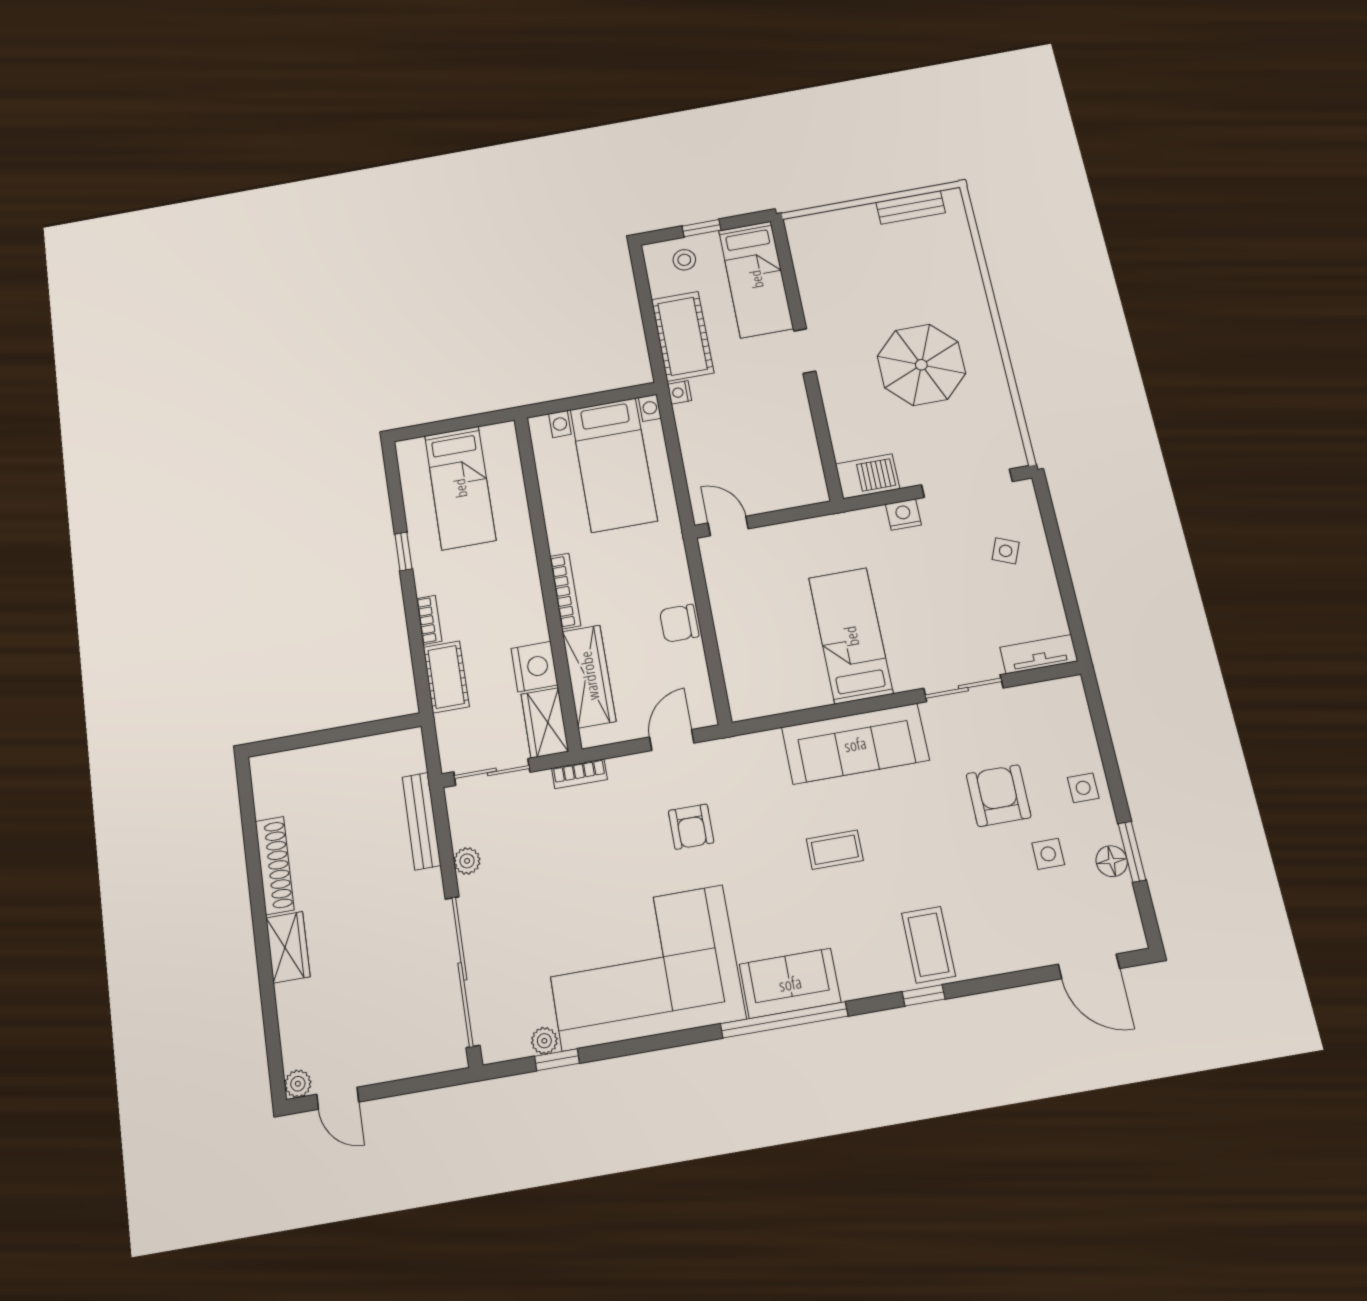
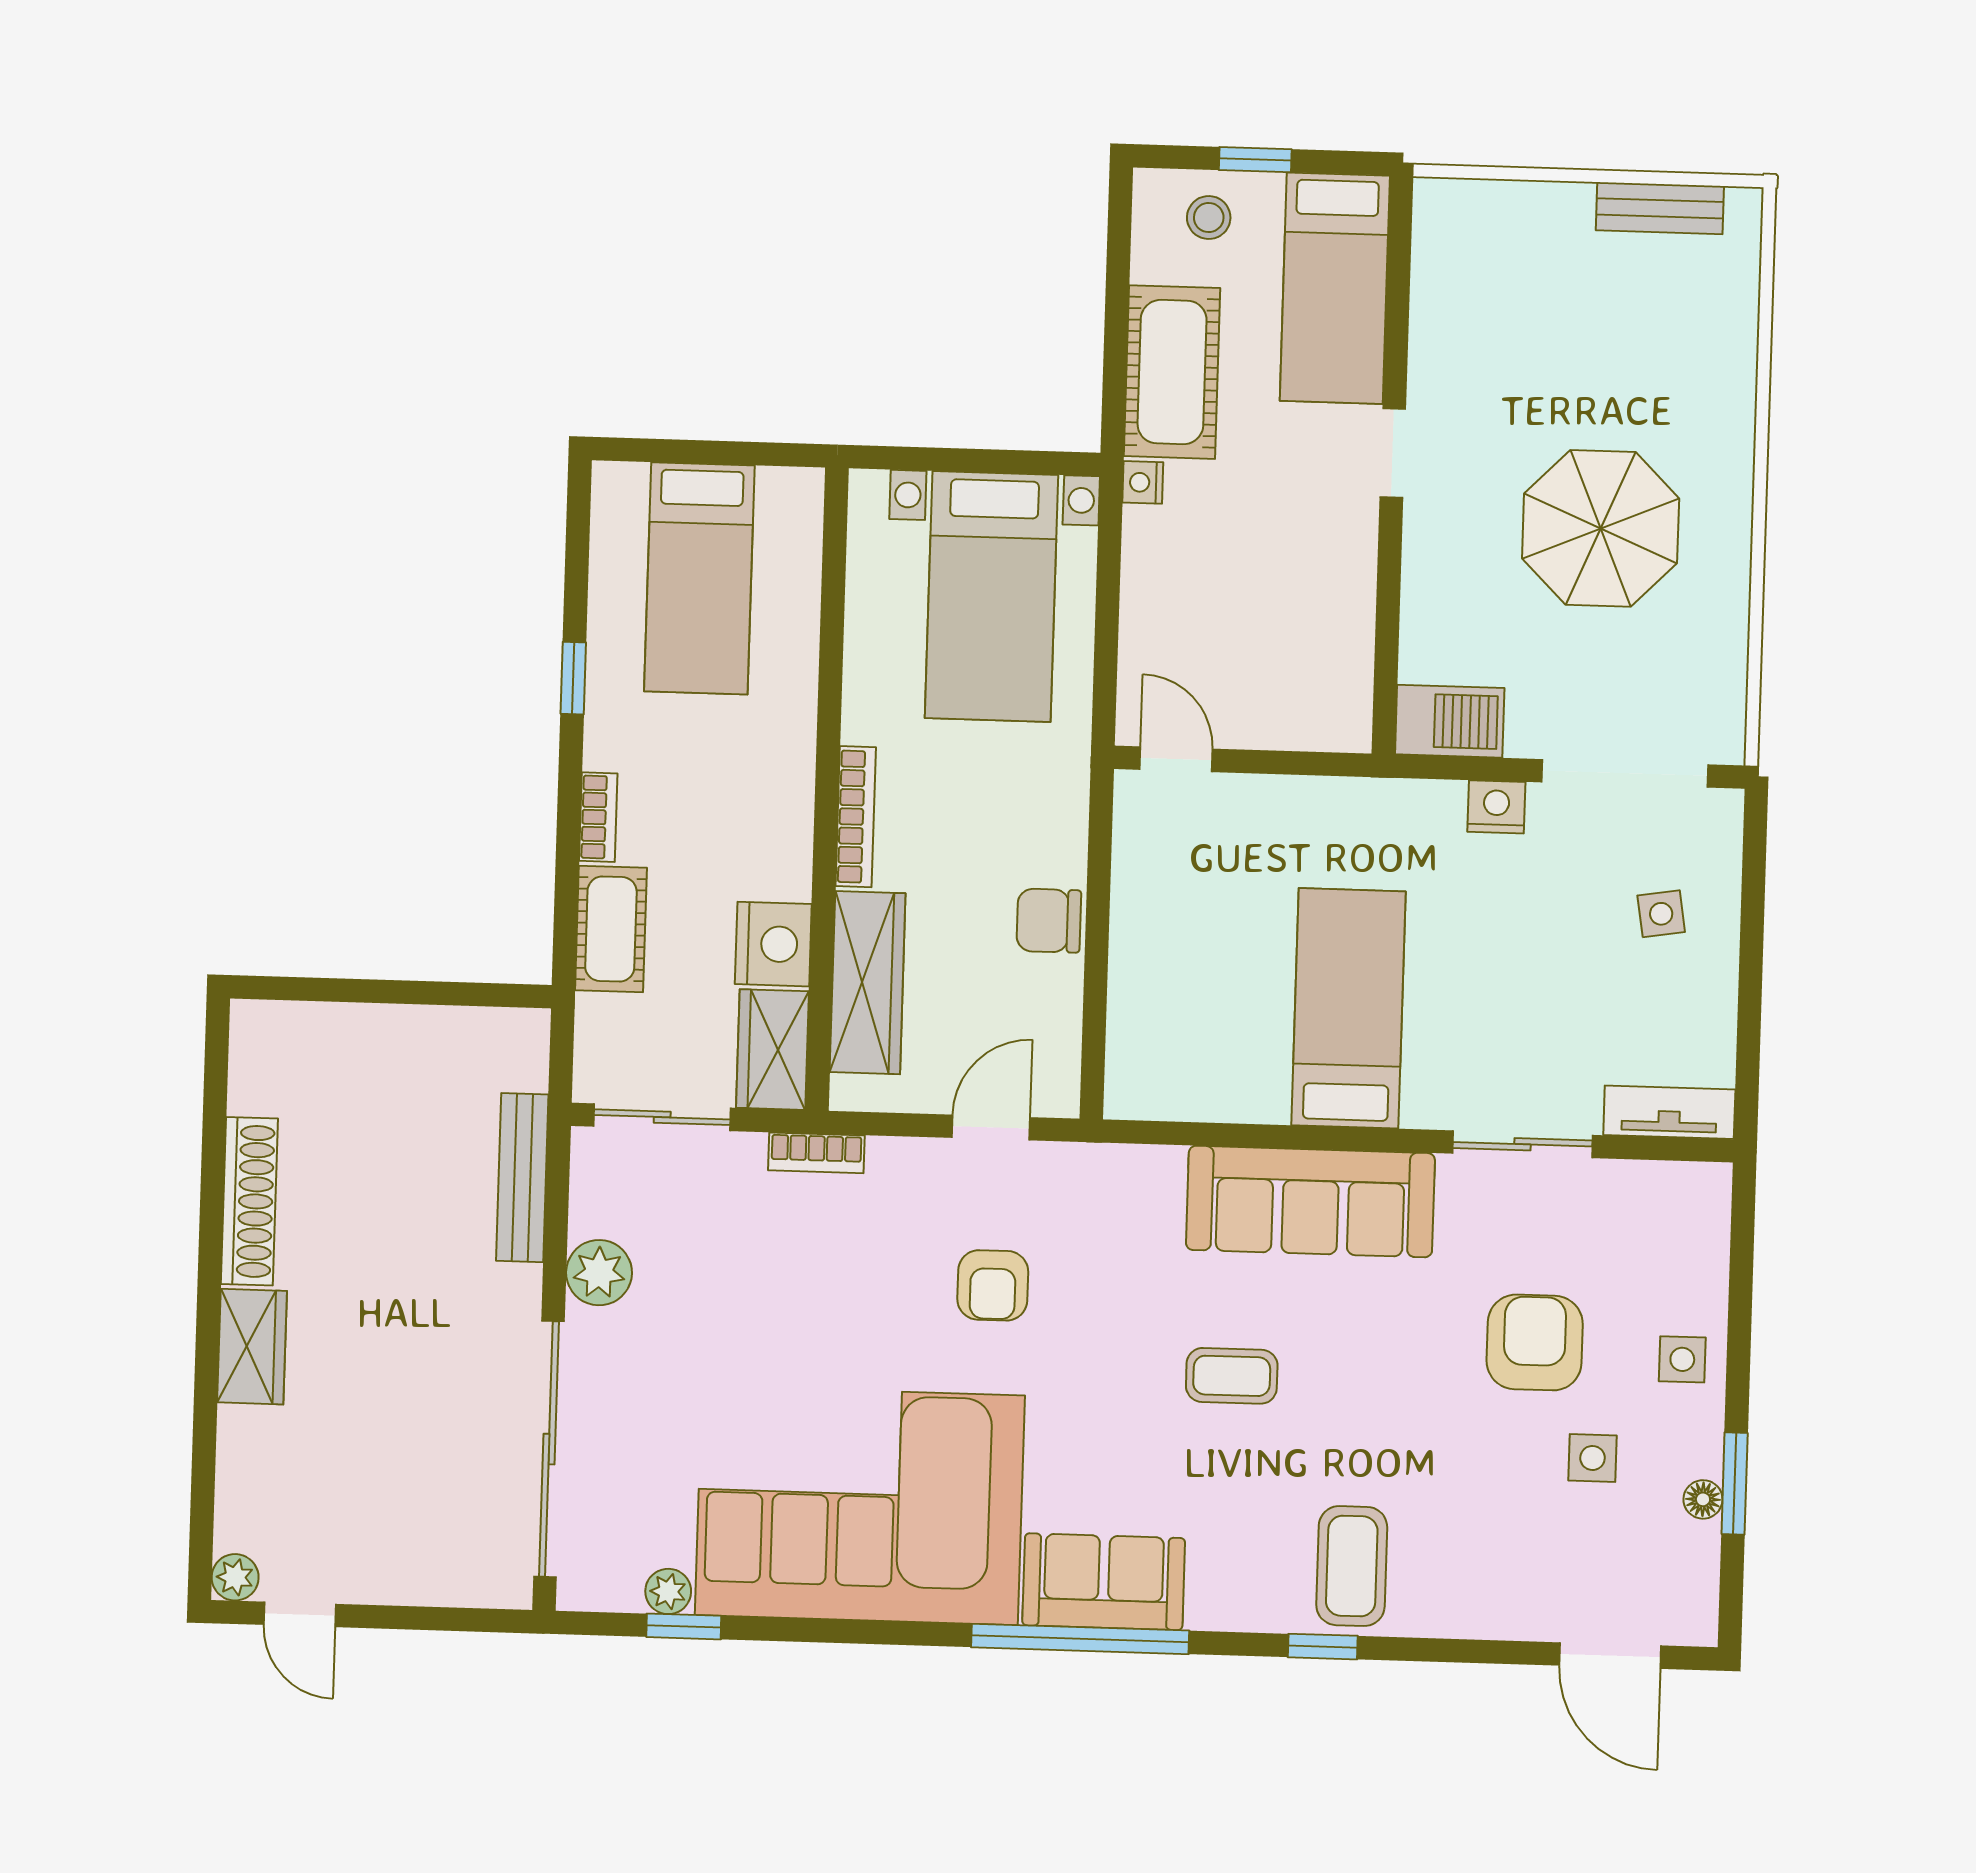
side table: (1006, 551) -> (1661, 914), turned -31
plant: (467, 861) -> (599, 1273), width x1.38, depth x1.38
floor lamp: (1112, 861) -> (1703, 1499), width x0.73, depth x0.73

